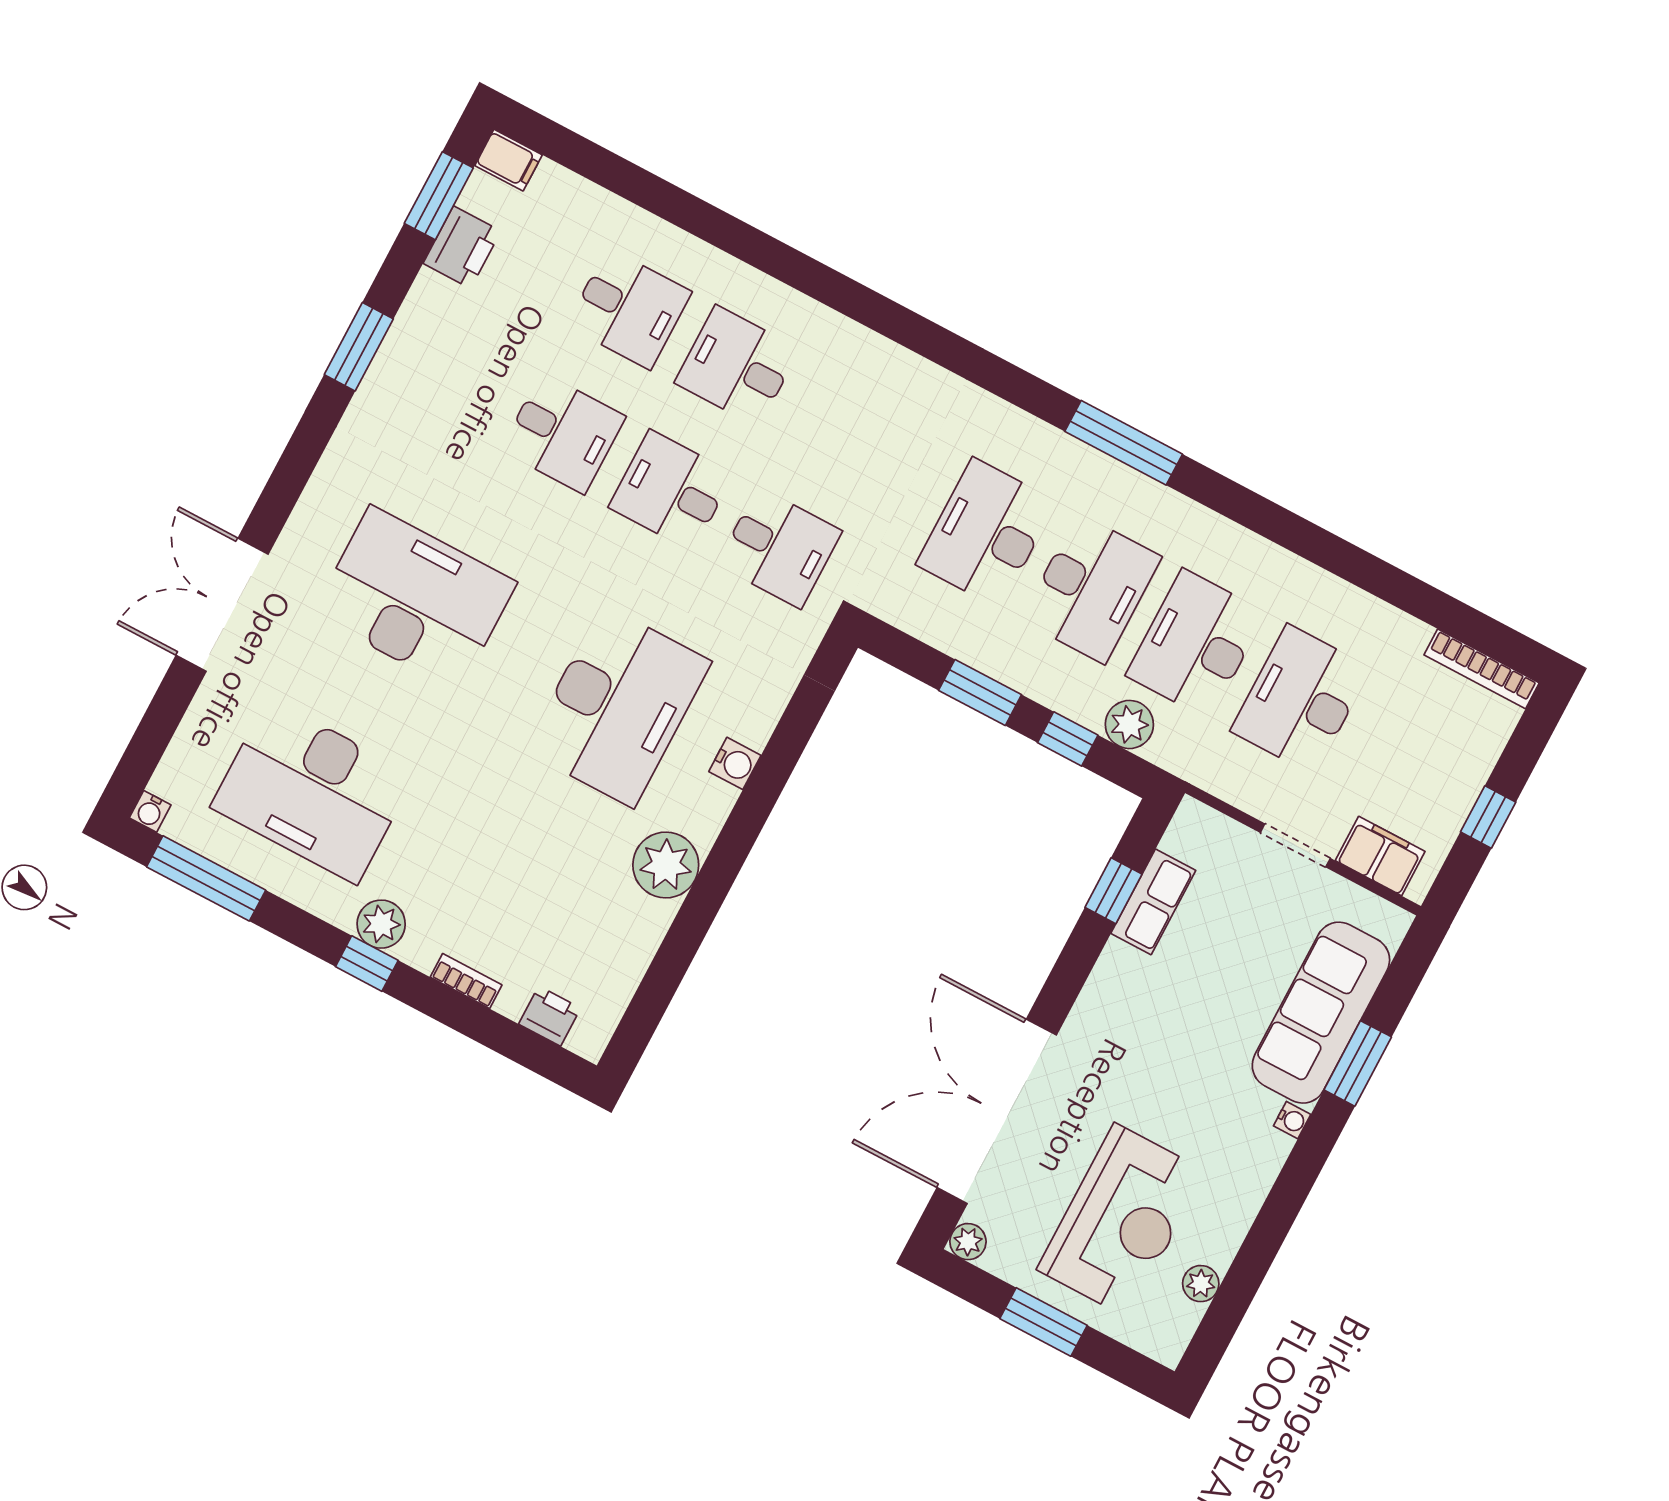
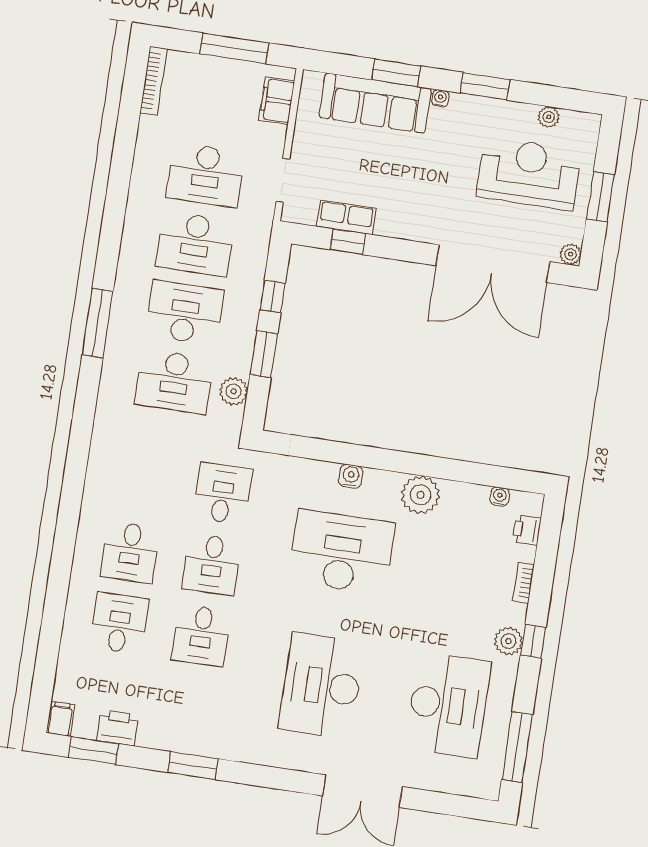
desk: (563, 433) -> (201, 636), turned 180
plant: (1129, 724) -> (234, 391), moved
water cooler: (150, 811) -> (500, 496), moved, turned -90
window: (1488, 817) -> (234, 48), width x2.17
doorway: (1295, 845) -> (283, 180), moved
window: (1286, 1199) -> (485, 86), added

